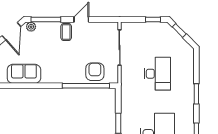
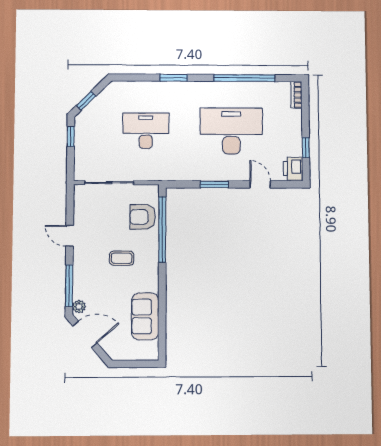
coffee table: (66, 32) -> (122, 258), moved

